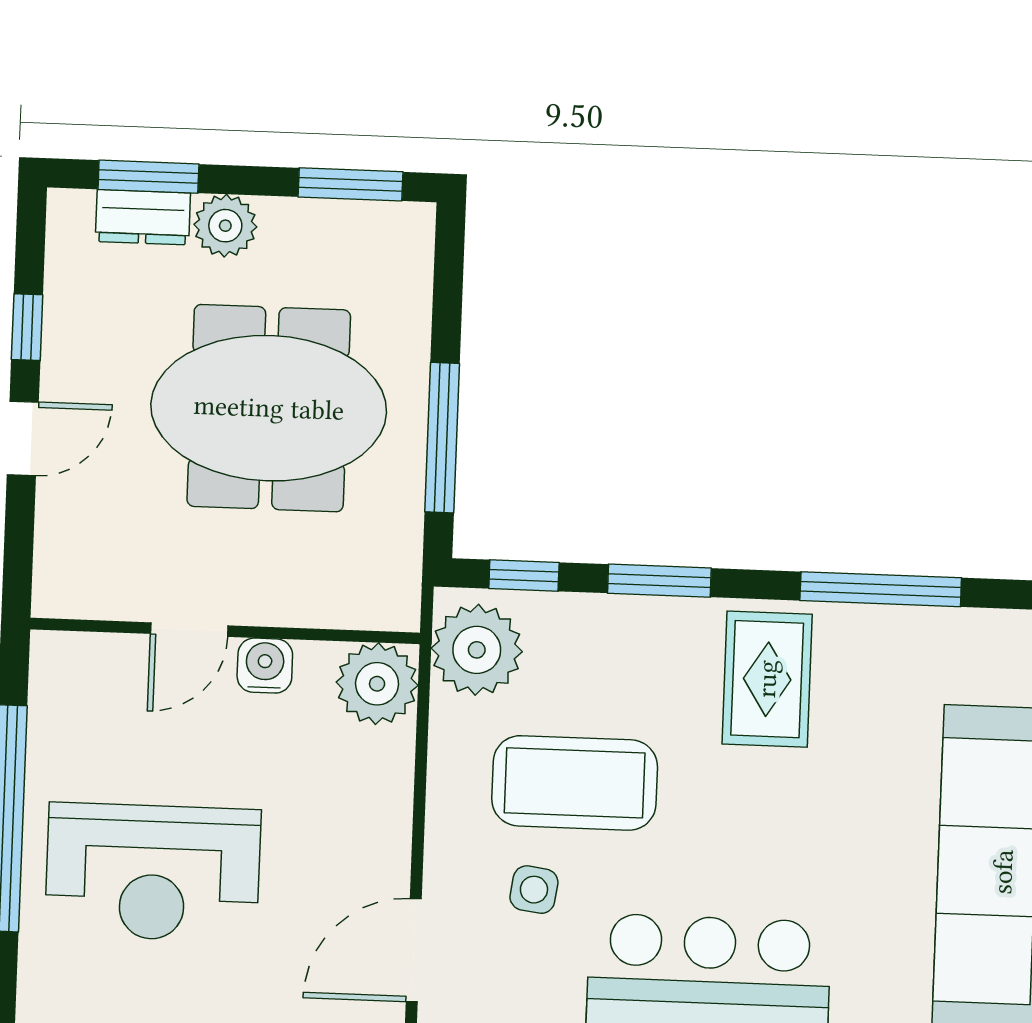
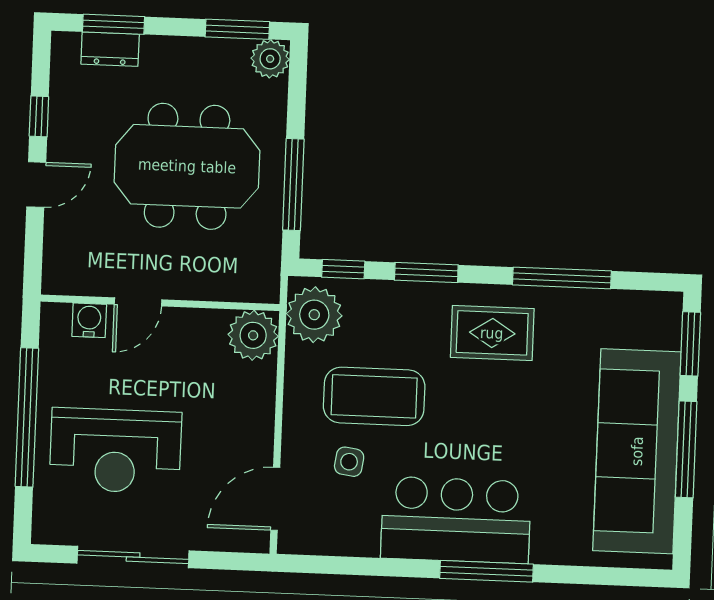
plant: (225, 226) -> (270, 59), moved
water cooler: (265, 666) -> (89, 320), moved
rug: (767, 679) -> (492, 333), turned 90

